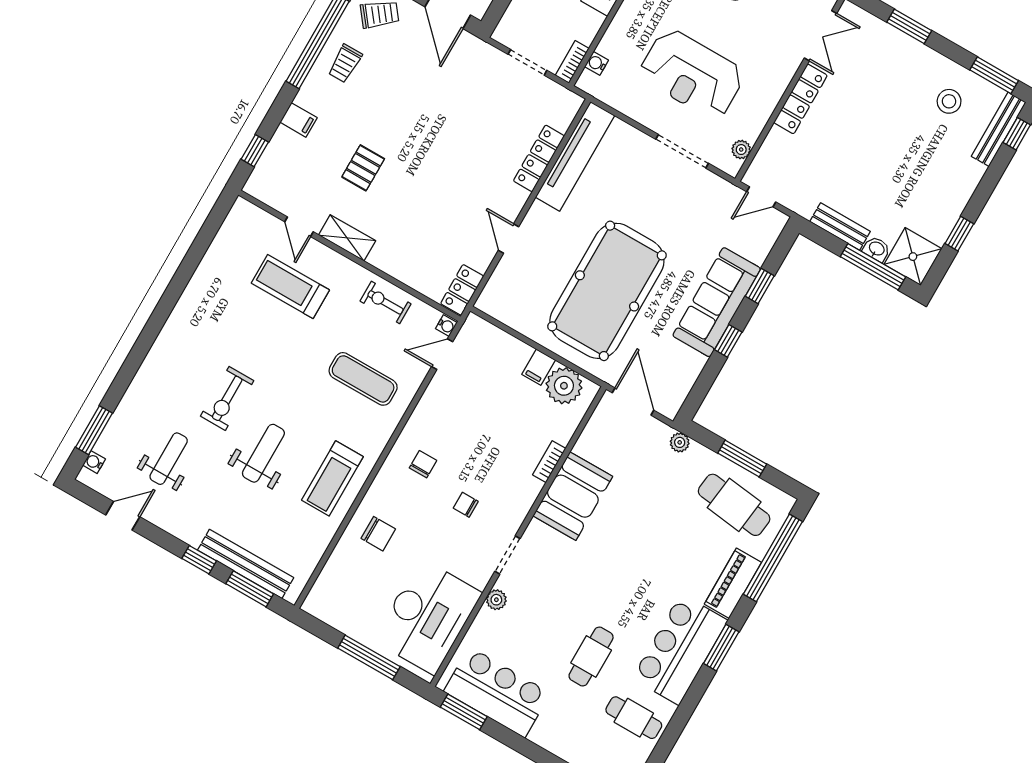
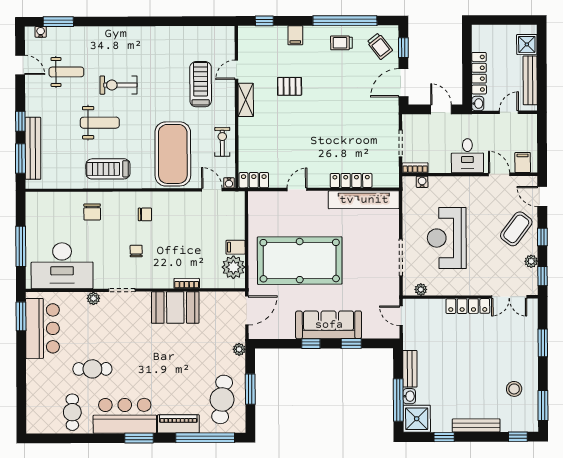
bench: (999, 129) -> (476, 425), moved
exercise mat: (363, 379) -> (173, 154), width x2.00, depth x1.45

